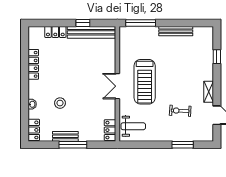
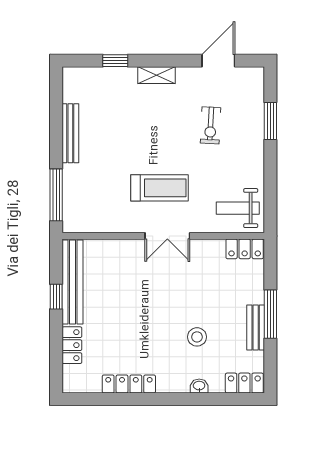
treadmill: (145, 82) -> (160, 188), width x0.73, depth x0.73
shelving: (209, 92) -> (157, 75), moved
weight bench: (133, 126) -> (238, 208), turned -90

